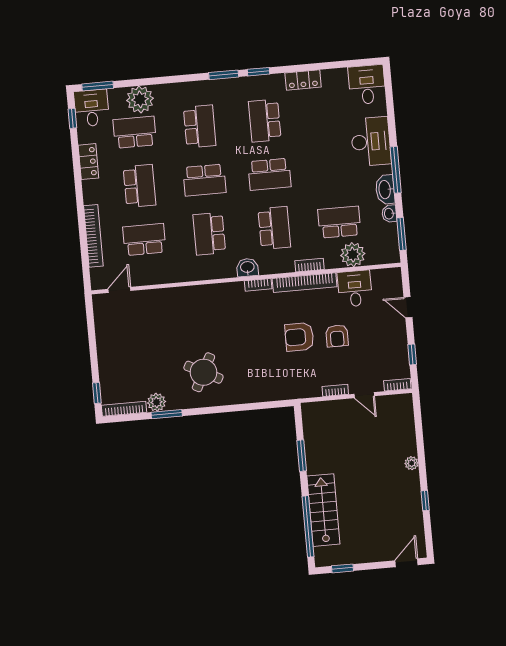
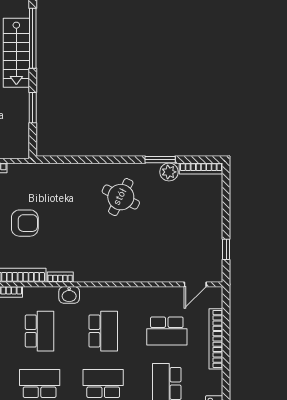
school desk: (274, 228) -> (40, 331), turned 180
window: (97, 393) -> (226, 249), moved

